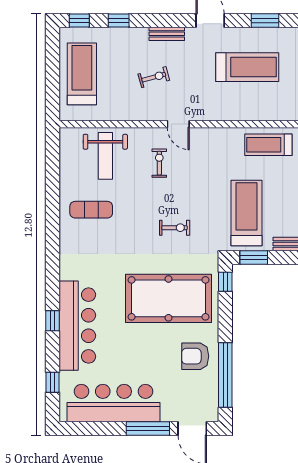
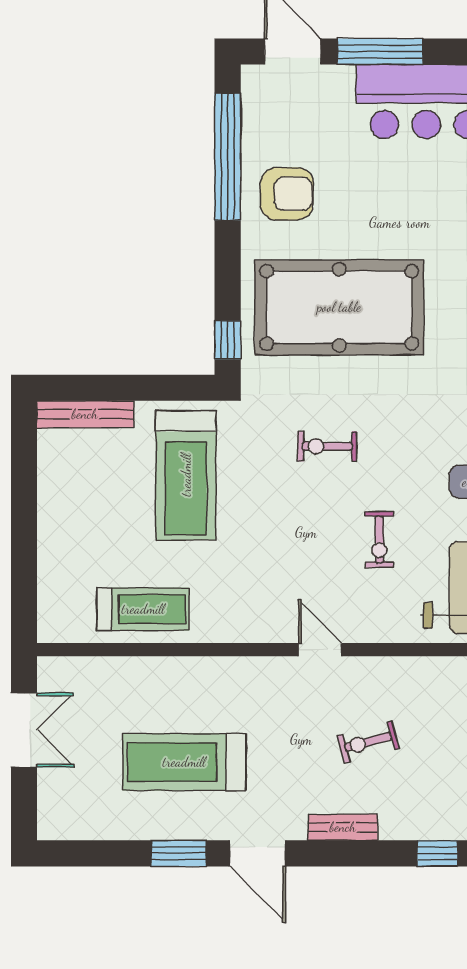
window: (265, 21) -> (179, 853), moved
exercise bike: (159, 163) -> (379, 540), moved
window: (254, 257) -> (172, 388), removed

